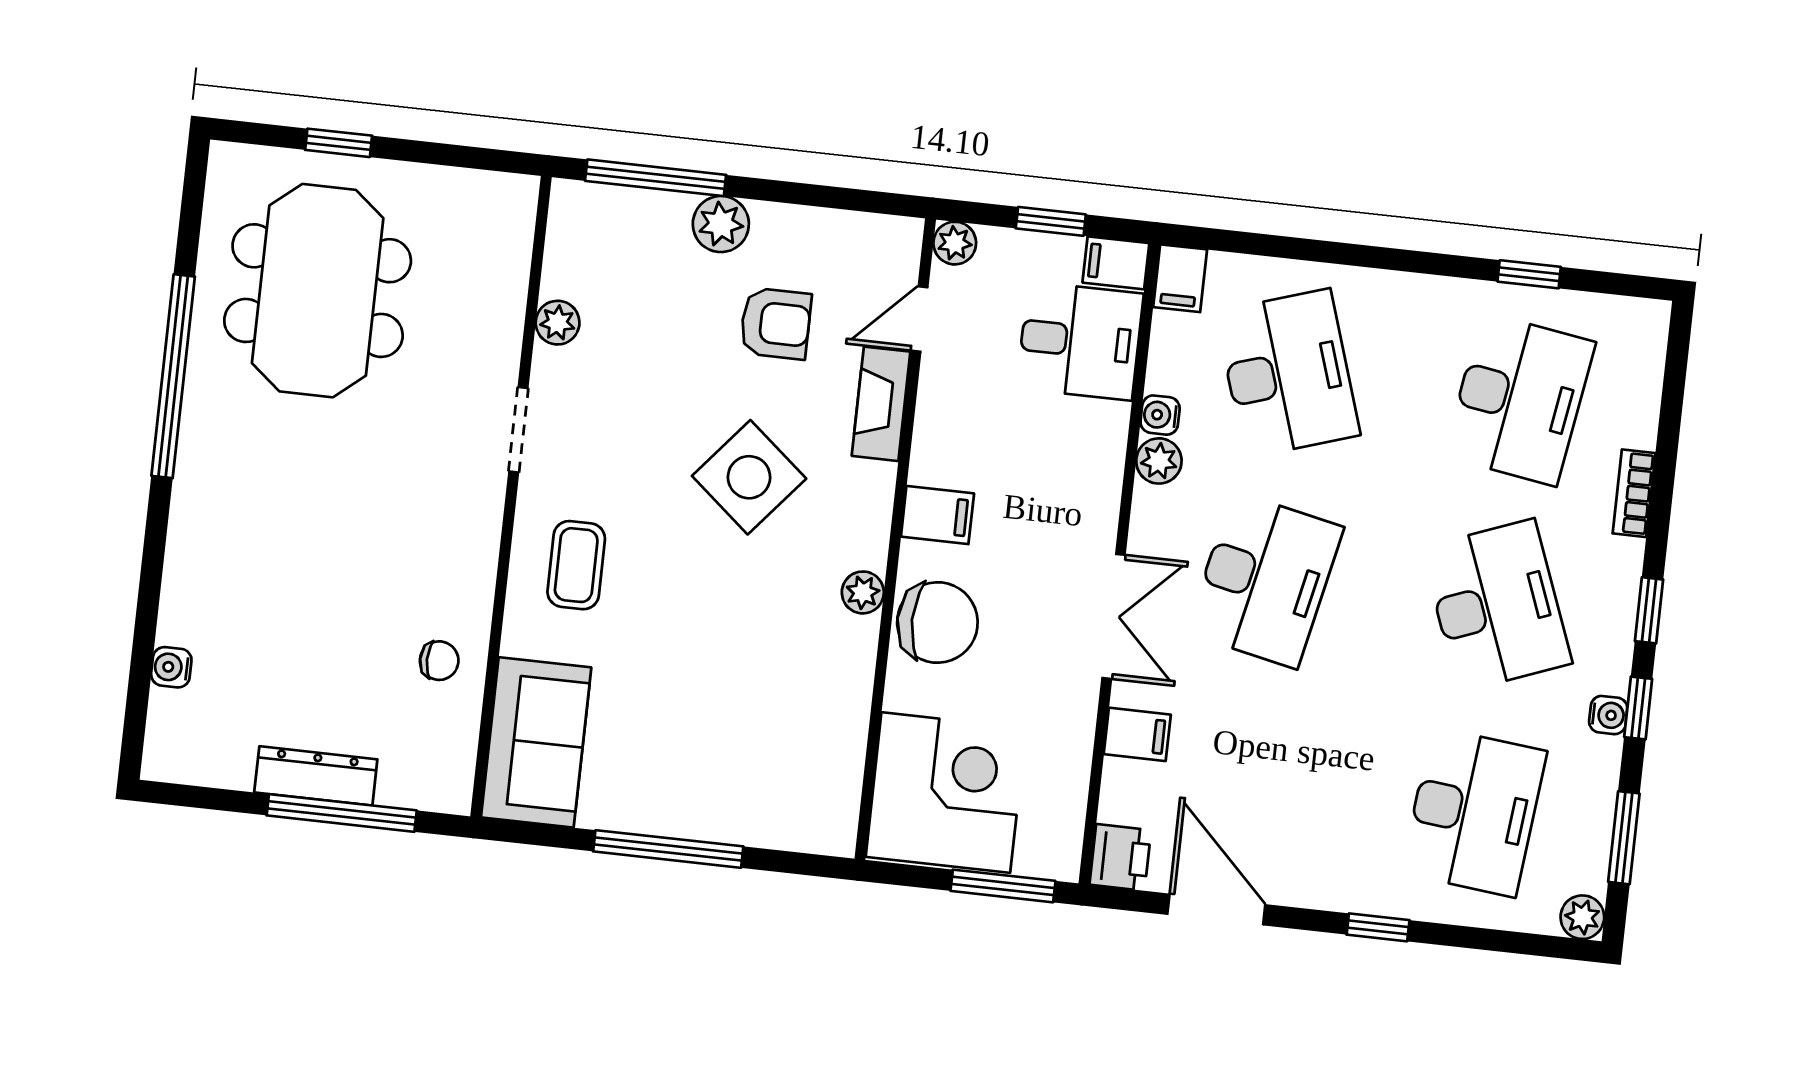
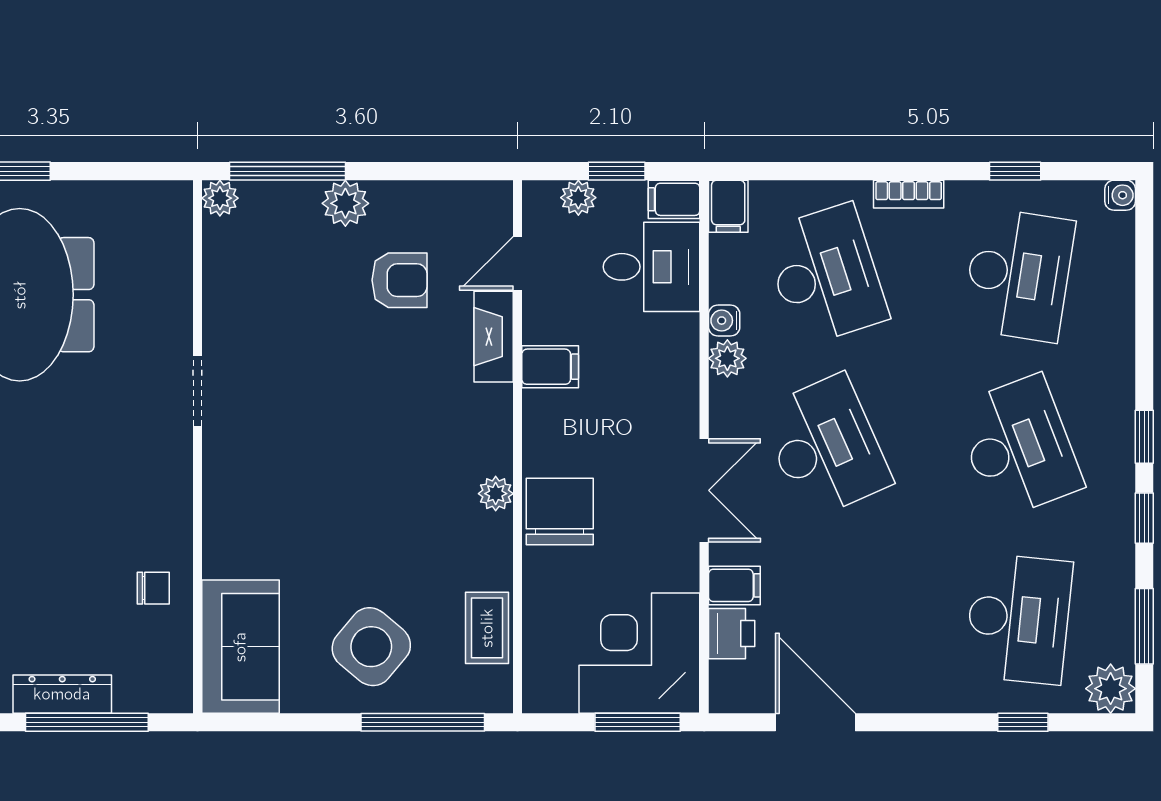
plant: (955, 243) -> (578, 198), moved
plant: (558, 323) -> (220, 198), moved
side table: (749, 477) -> (371, 647), moved
bookcase: (1634, 493) -> (909, 194), moved, turned -90
filing cabinet: (937, 515) -> (550, 367), moved
coffee table: (576, 565) -> (487, 628), moved
desk: (1265, 580) -> (825, 447), turned -36
chair: (937, 623) -> (560, 511), turned -90
water cooler: (1608, 715) -> (1120, 195), moved
corner desk: (946, 793) -> (639, 653), moved, turned -90
window: (668, 849) -> (423, 722), moved
printer: (1120, 857) -> (732, 634), moved
plant: (1582, 917) -> (1111, 689), width x1.38, depth x1.38
window: (1378, 927) -> (1023, 722), moved

